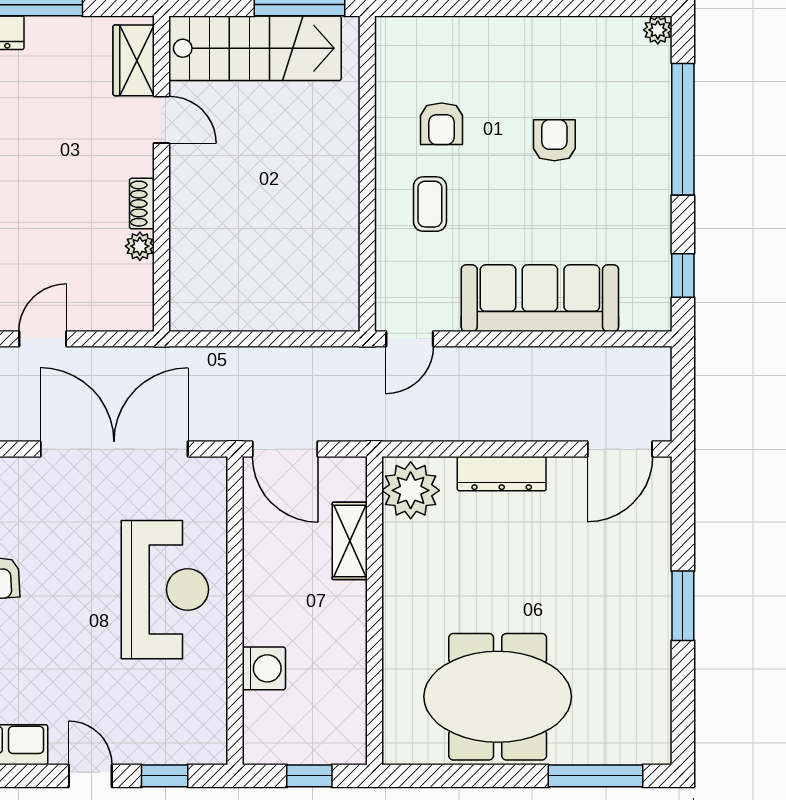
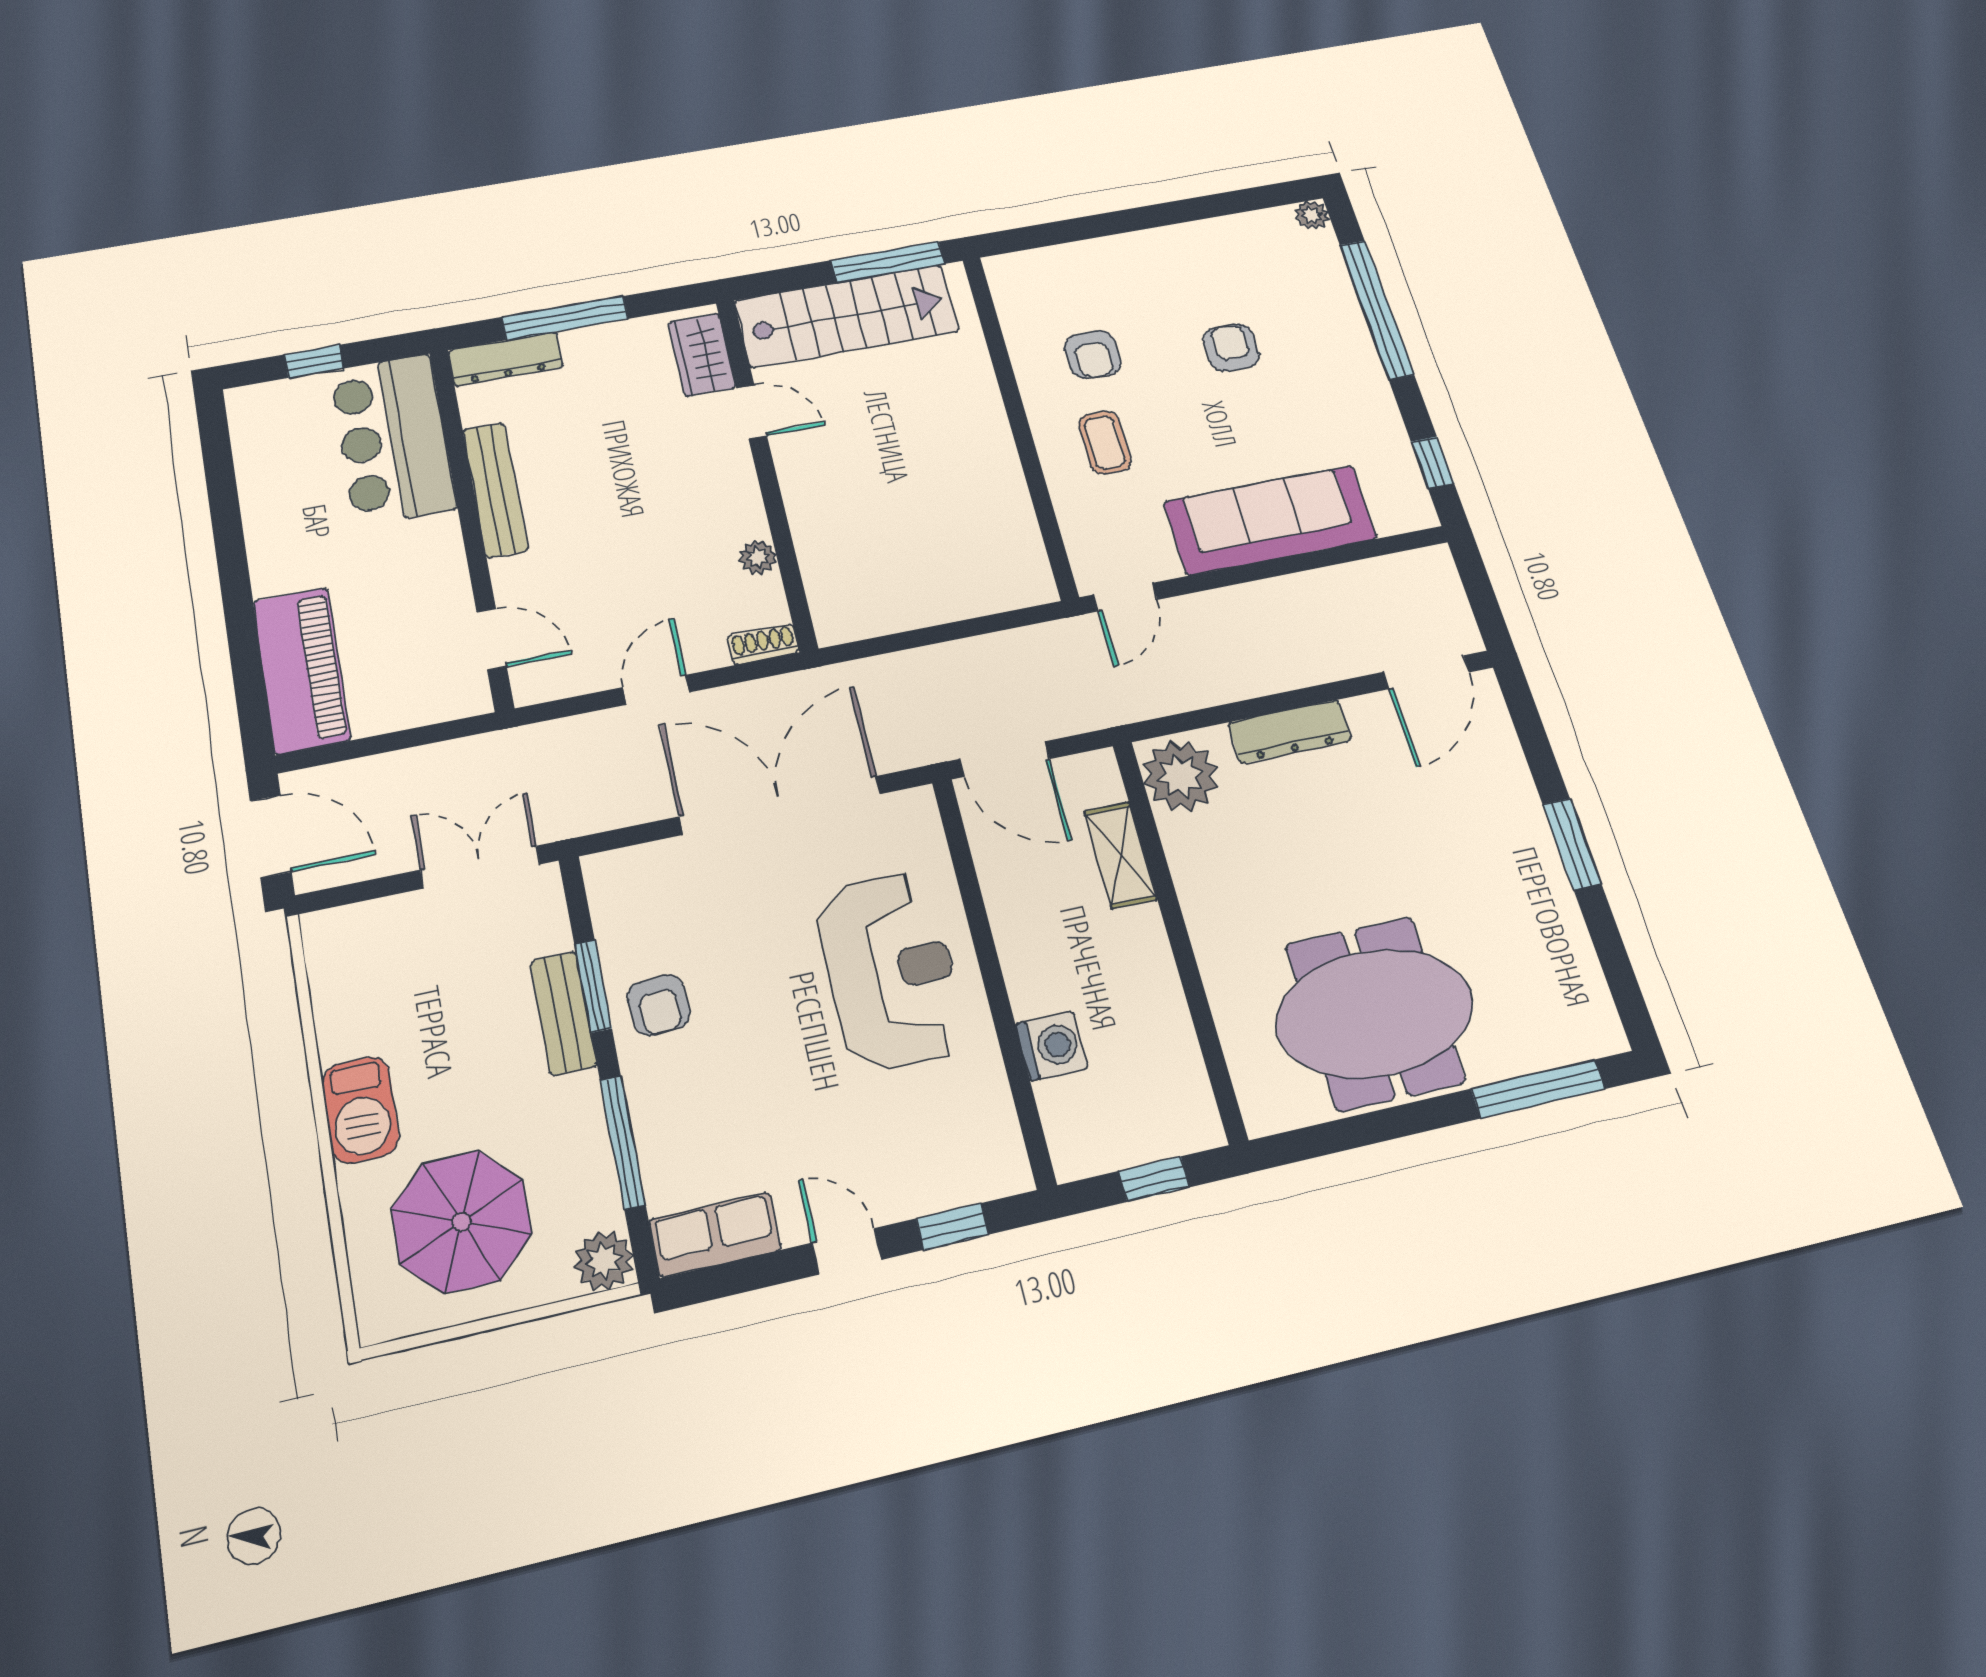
shoe rack: (142, 204) -> (763, 644), moved, turned 90

